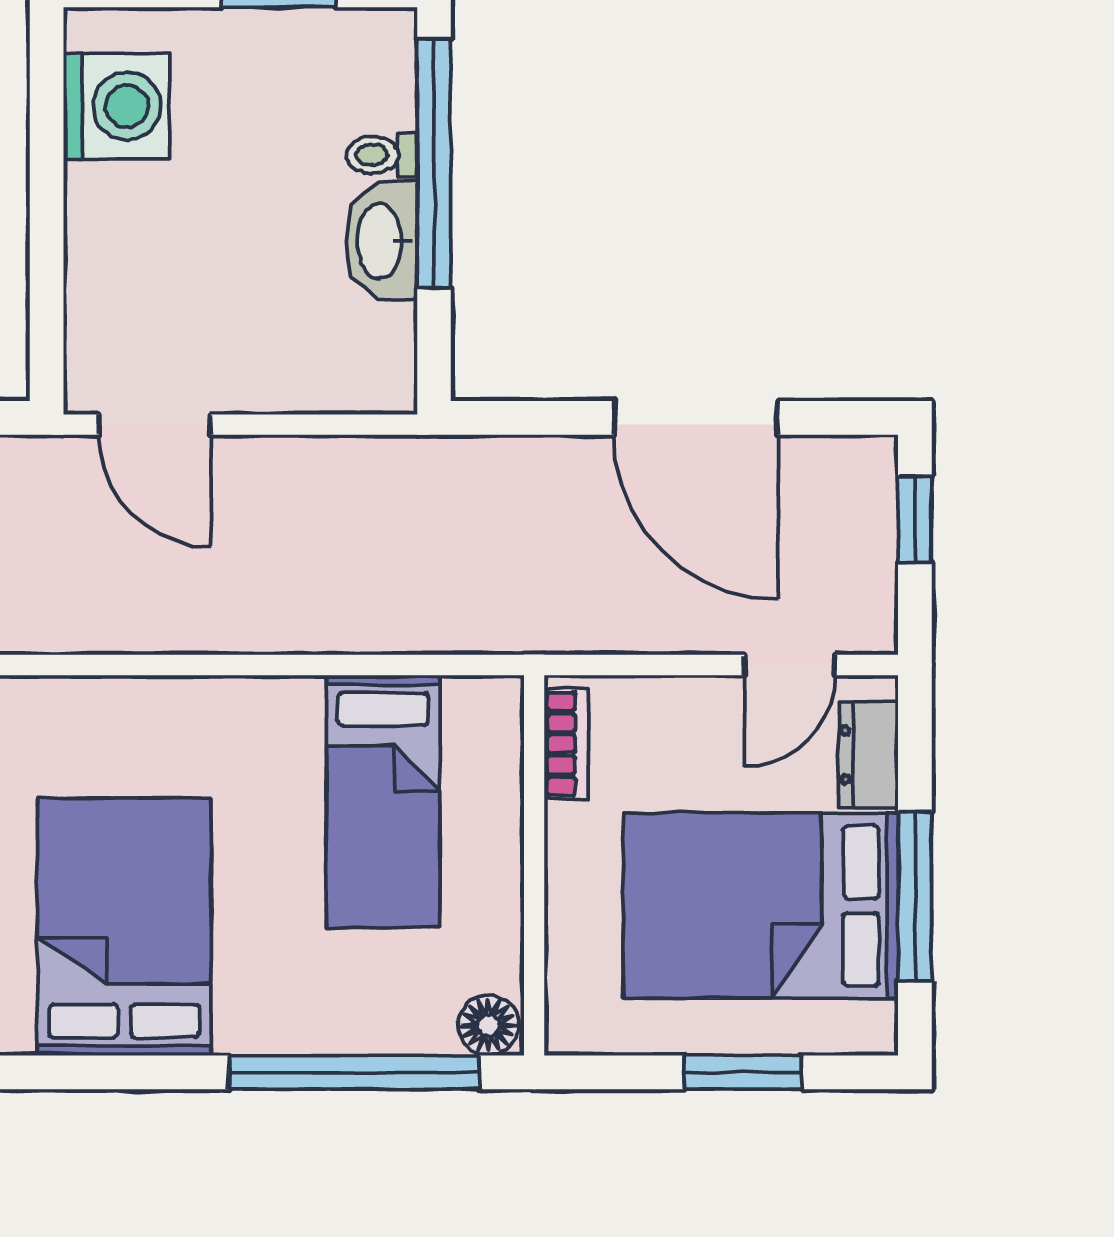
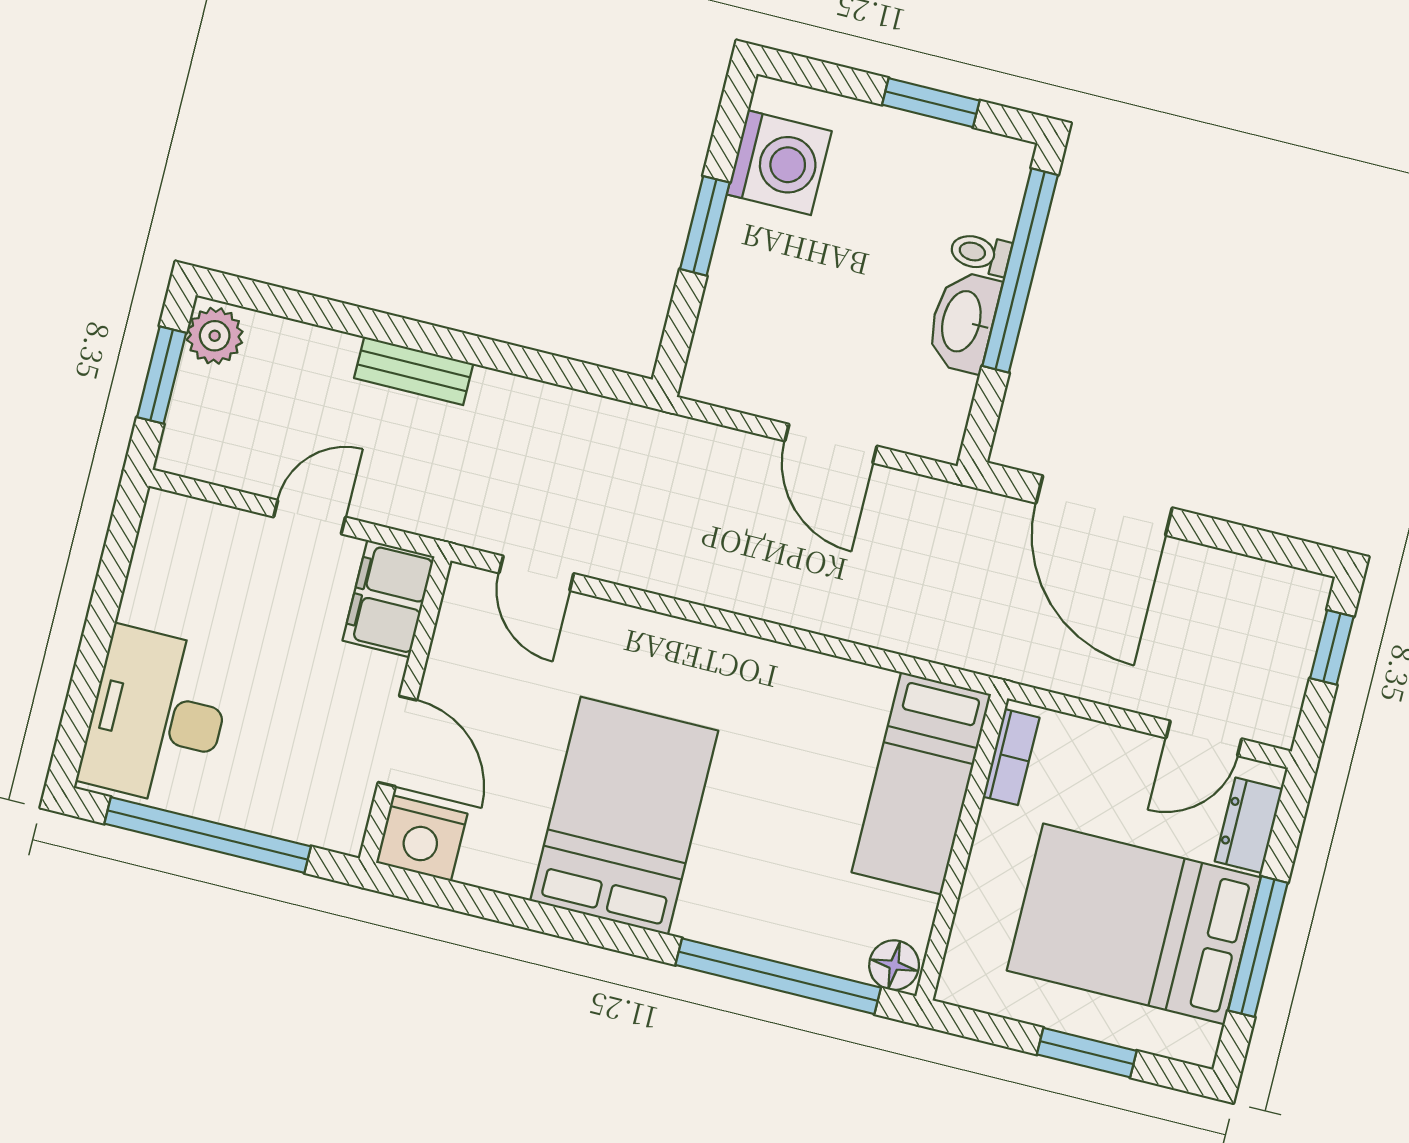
window: (47, 203) -> (705, 226), added
door: (696, 418) -> (1104, 506), moved
door: (155, 425) -> (831, 444), moved
bed: (383, 801) -> (921, 783), moved

